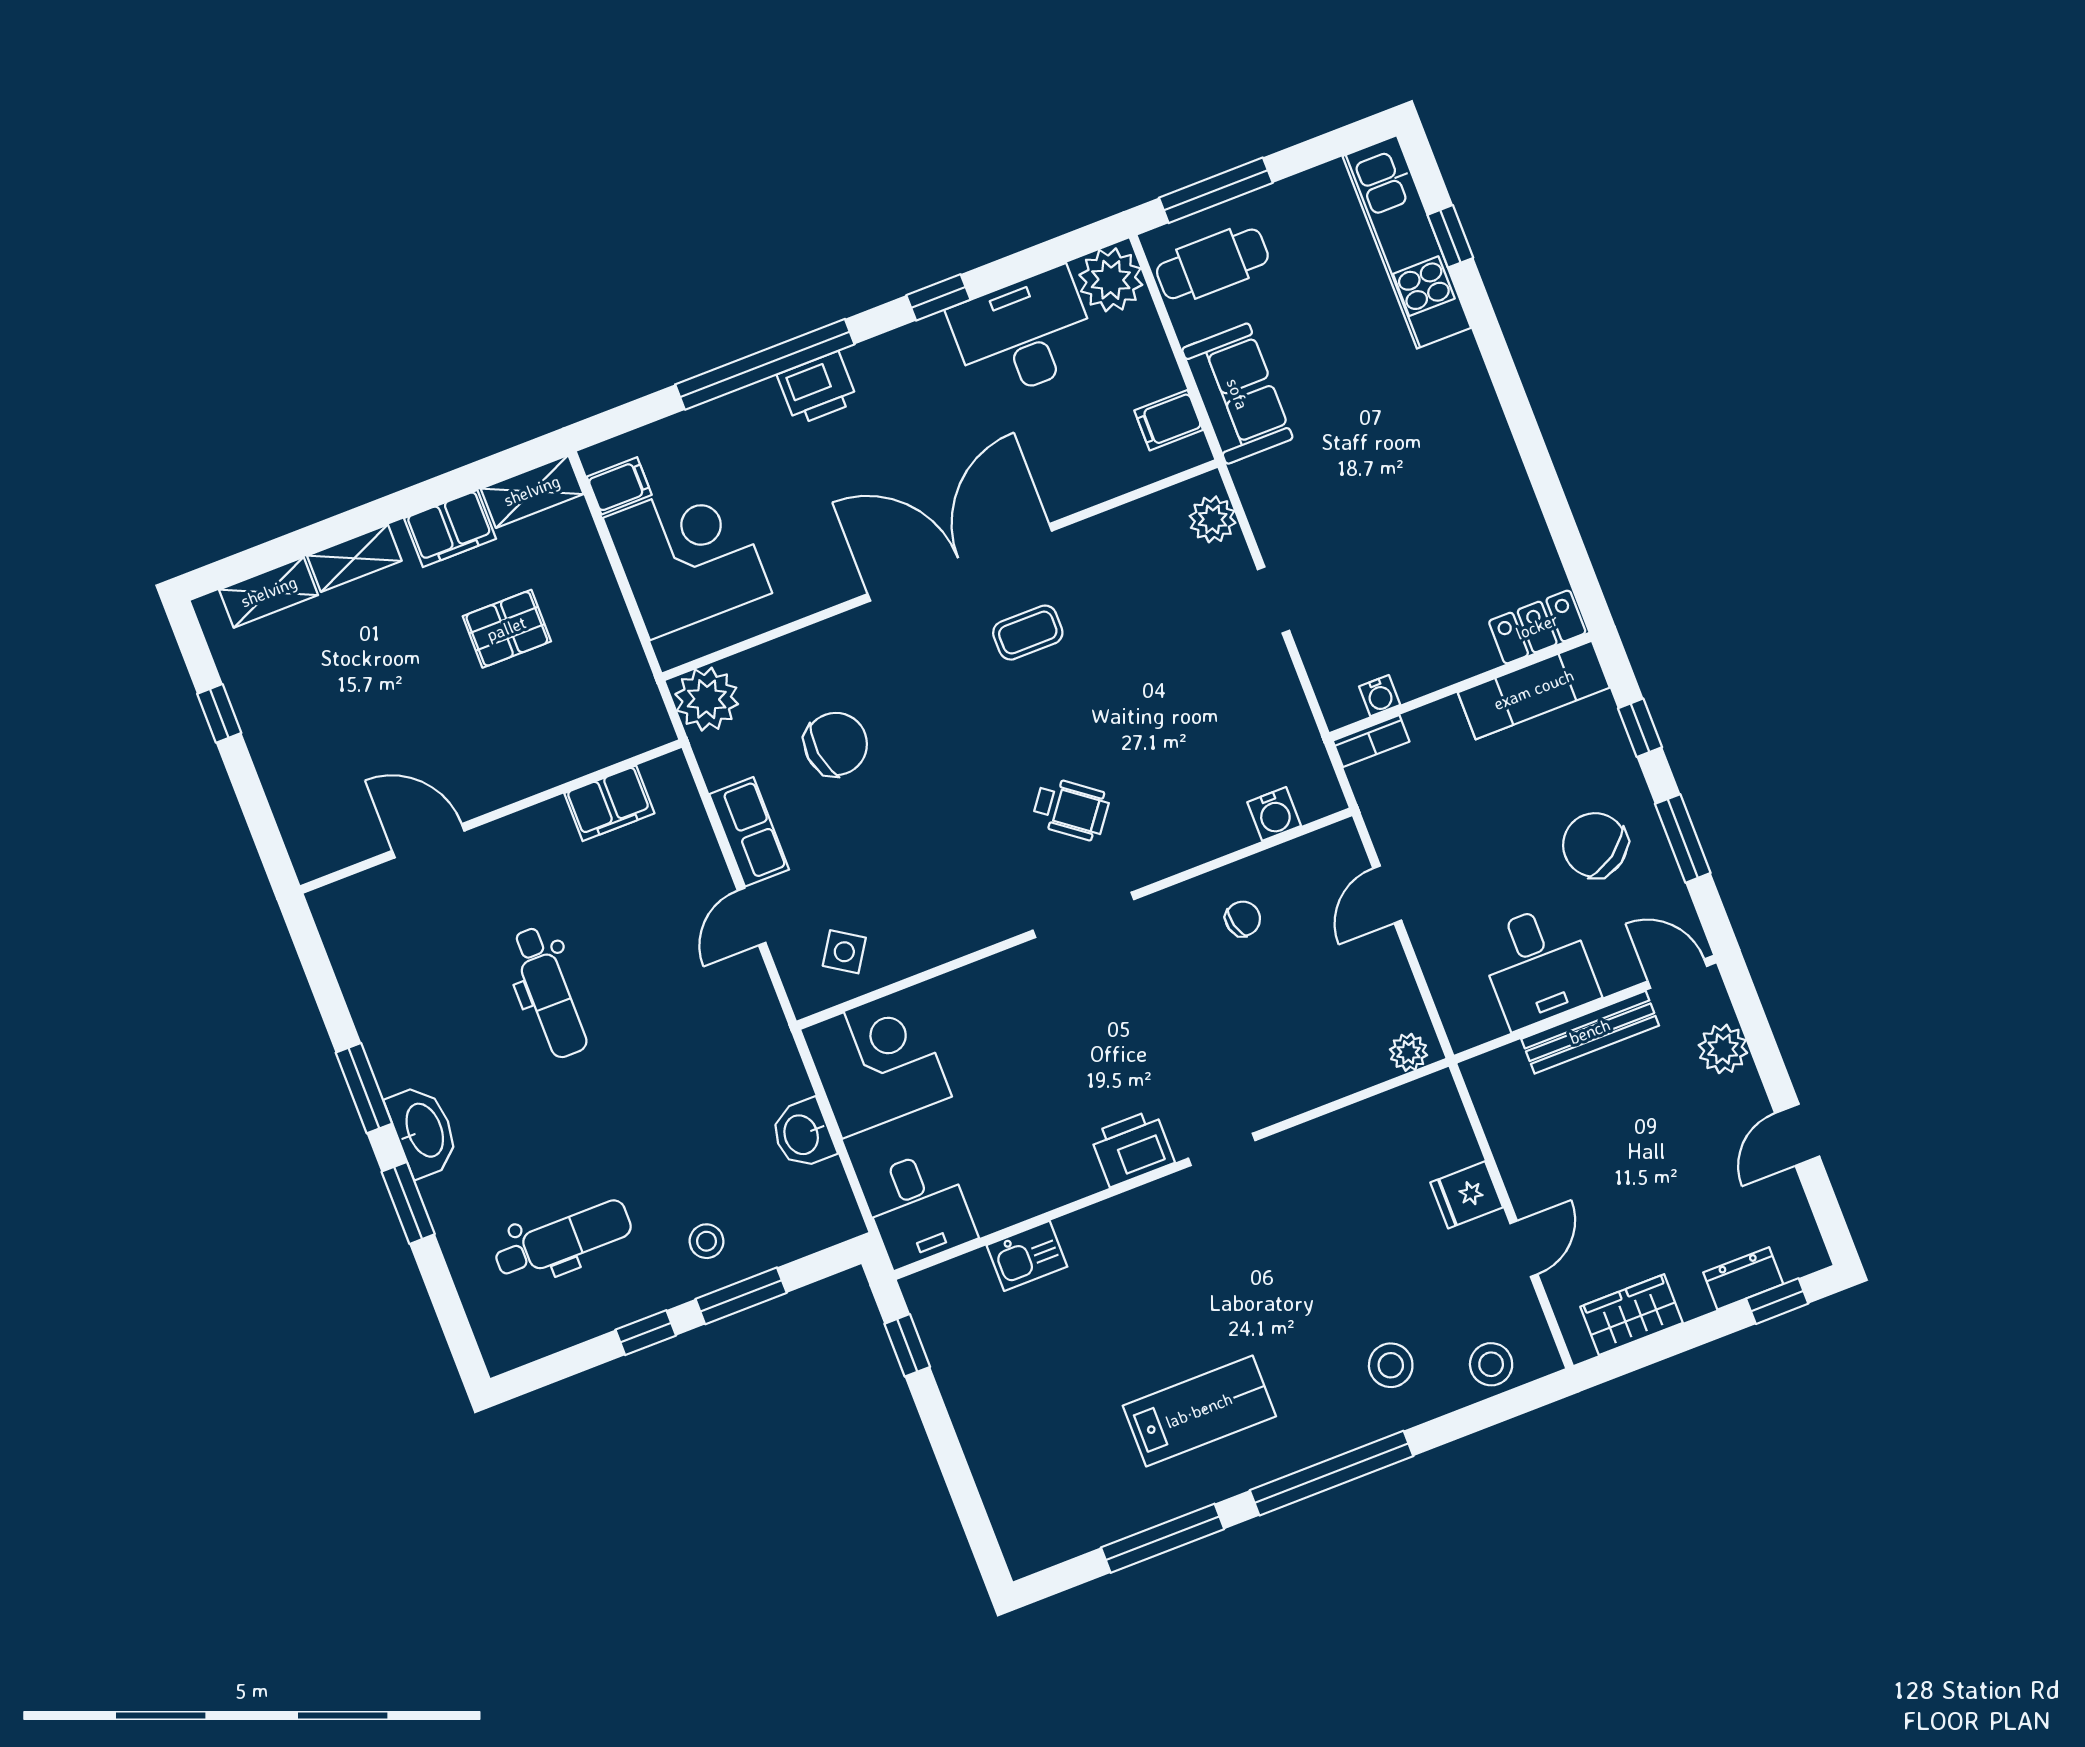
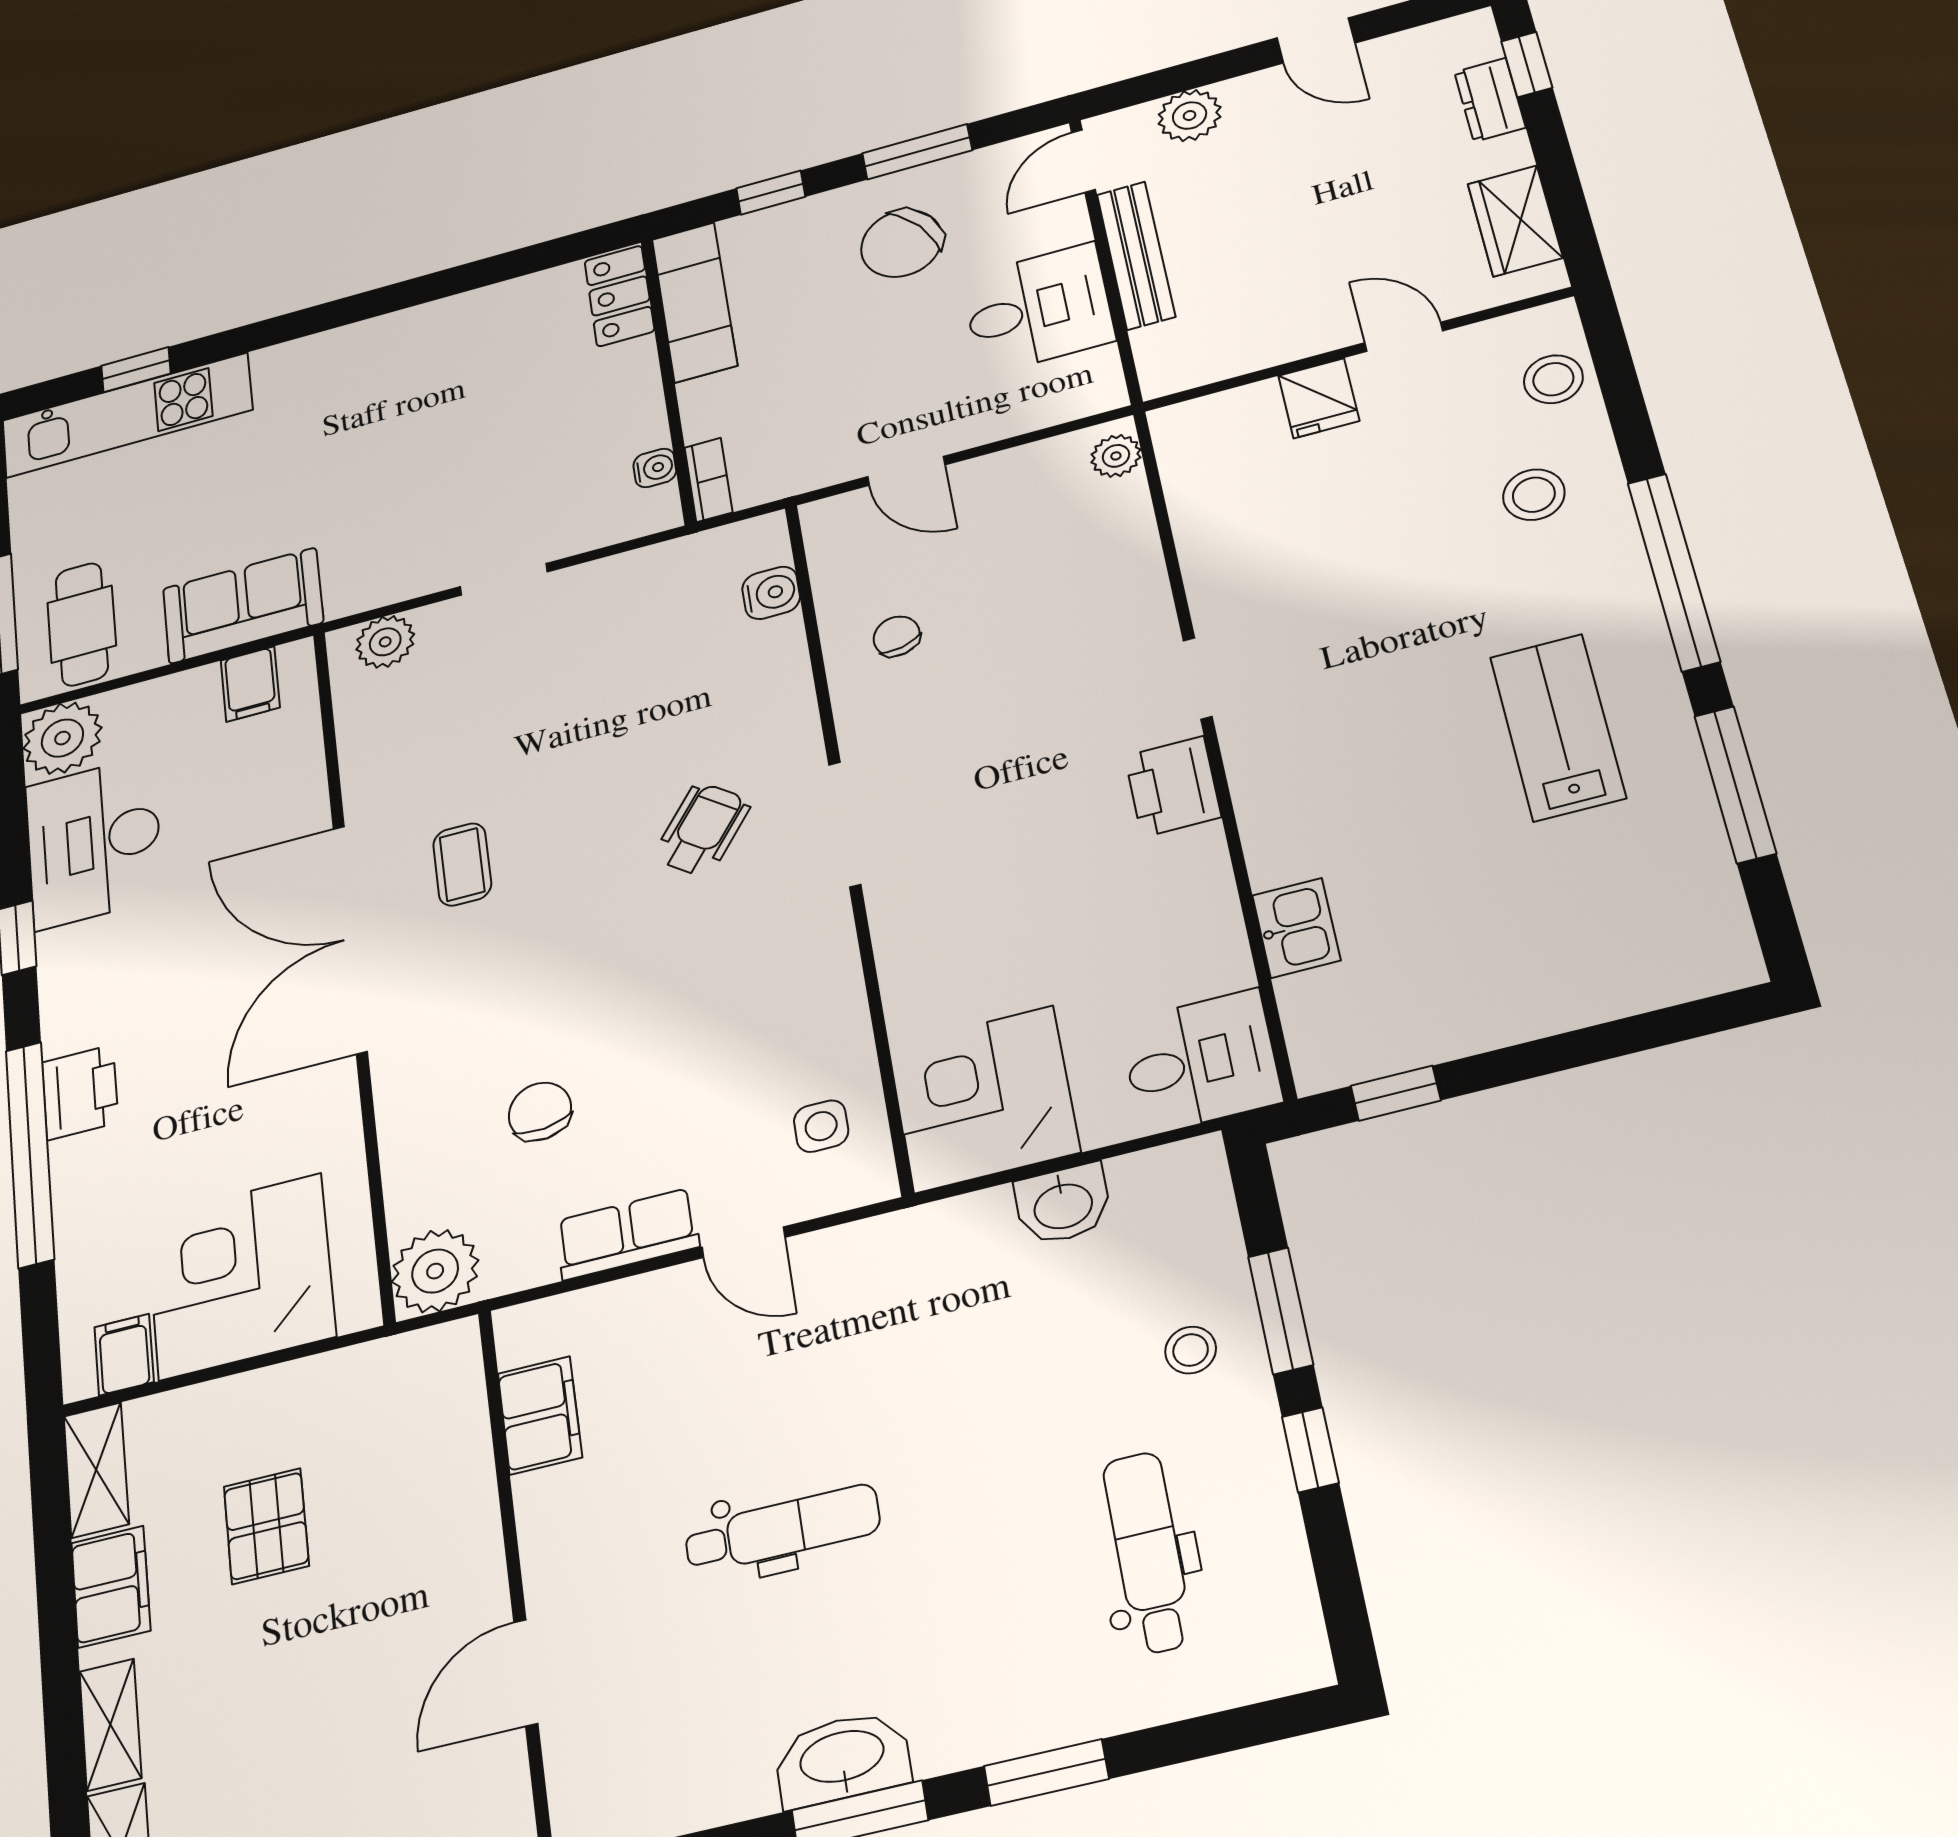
chair: (836, 744) -> (540, 1112), width x0.73, depth x0.73
side table: (844, 952) -> (821, 1126), turned -33
washbasin: (423, 1131) -> (842, 1759), moved

